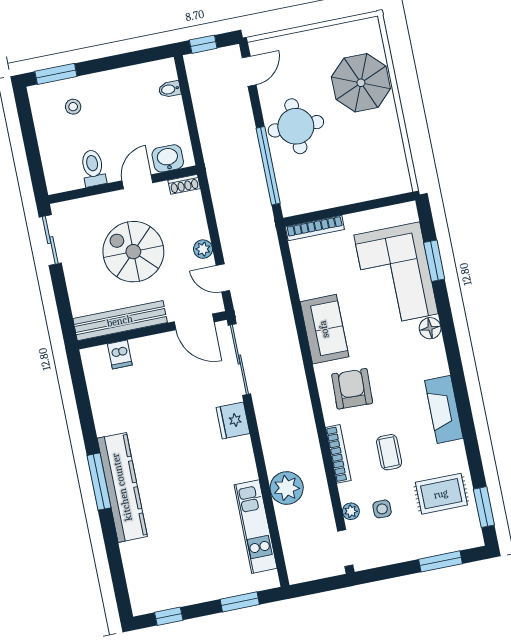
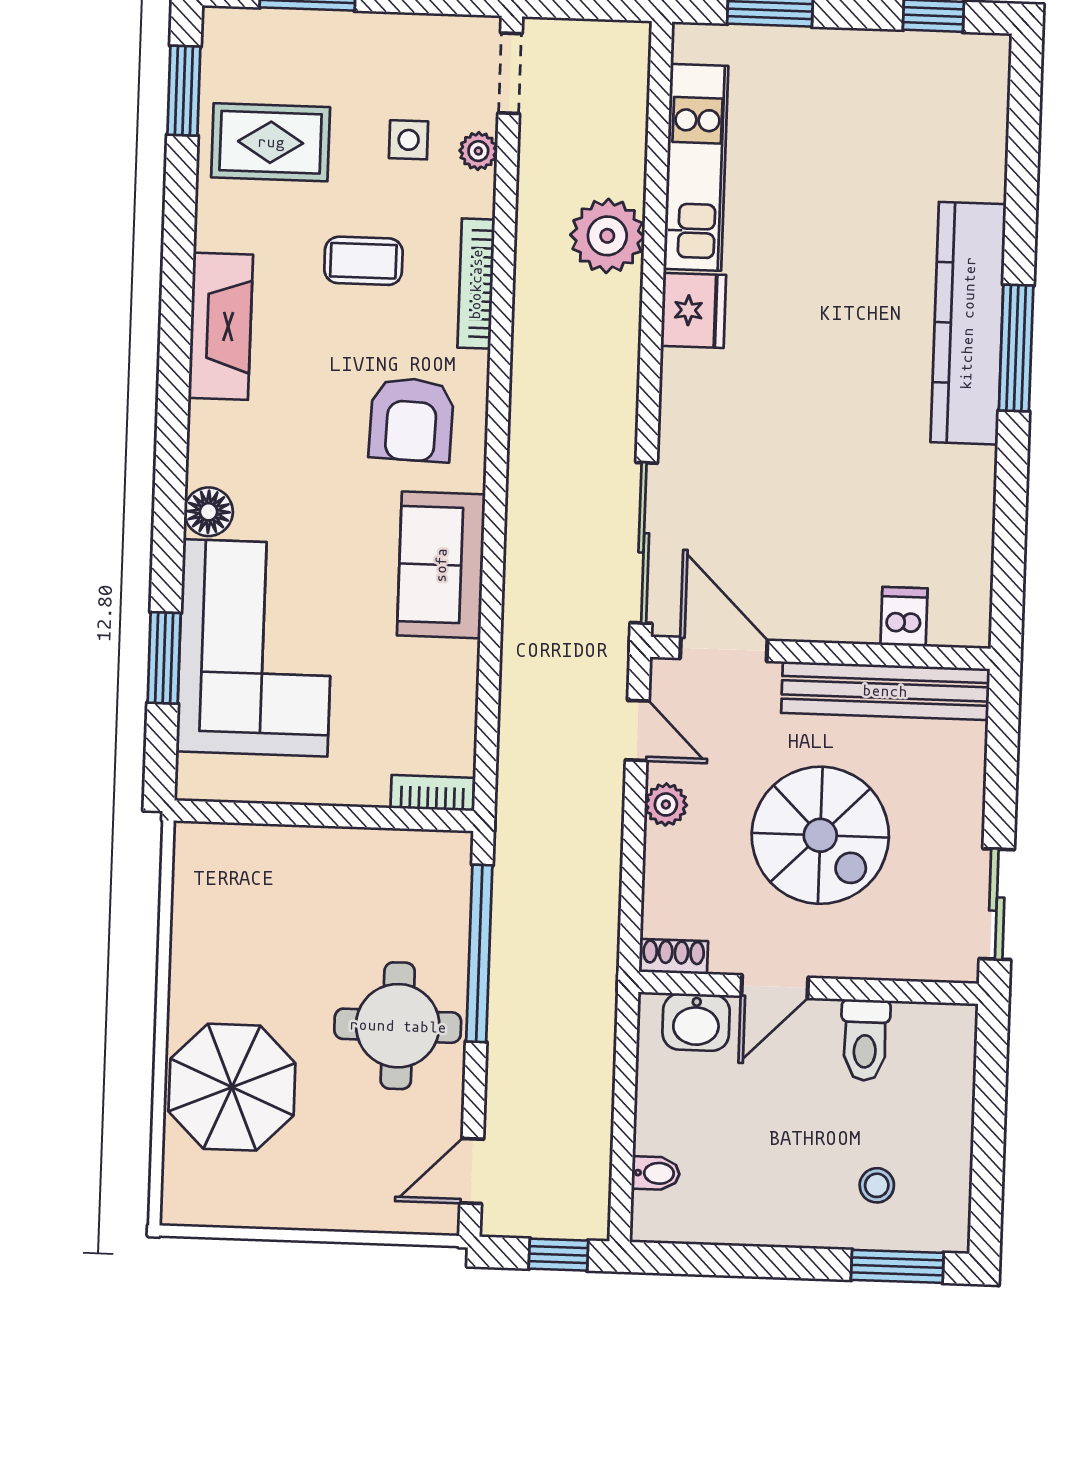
bookcase: (315, 228) -> (432, 793), width x0.64
fridge: (233, 420) -> (693, 310), moved
coffee table: (389, 452) -> (363, 261), turned 90

